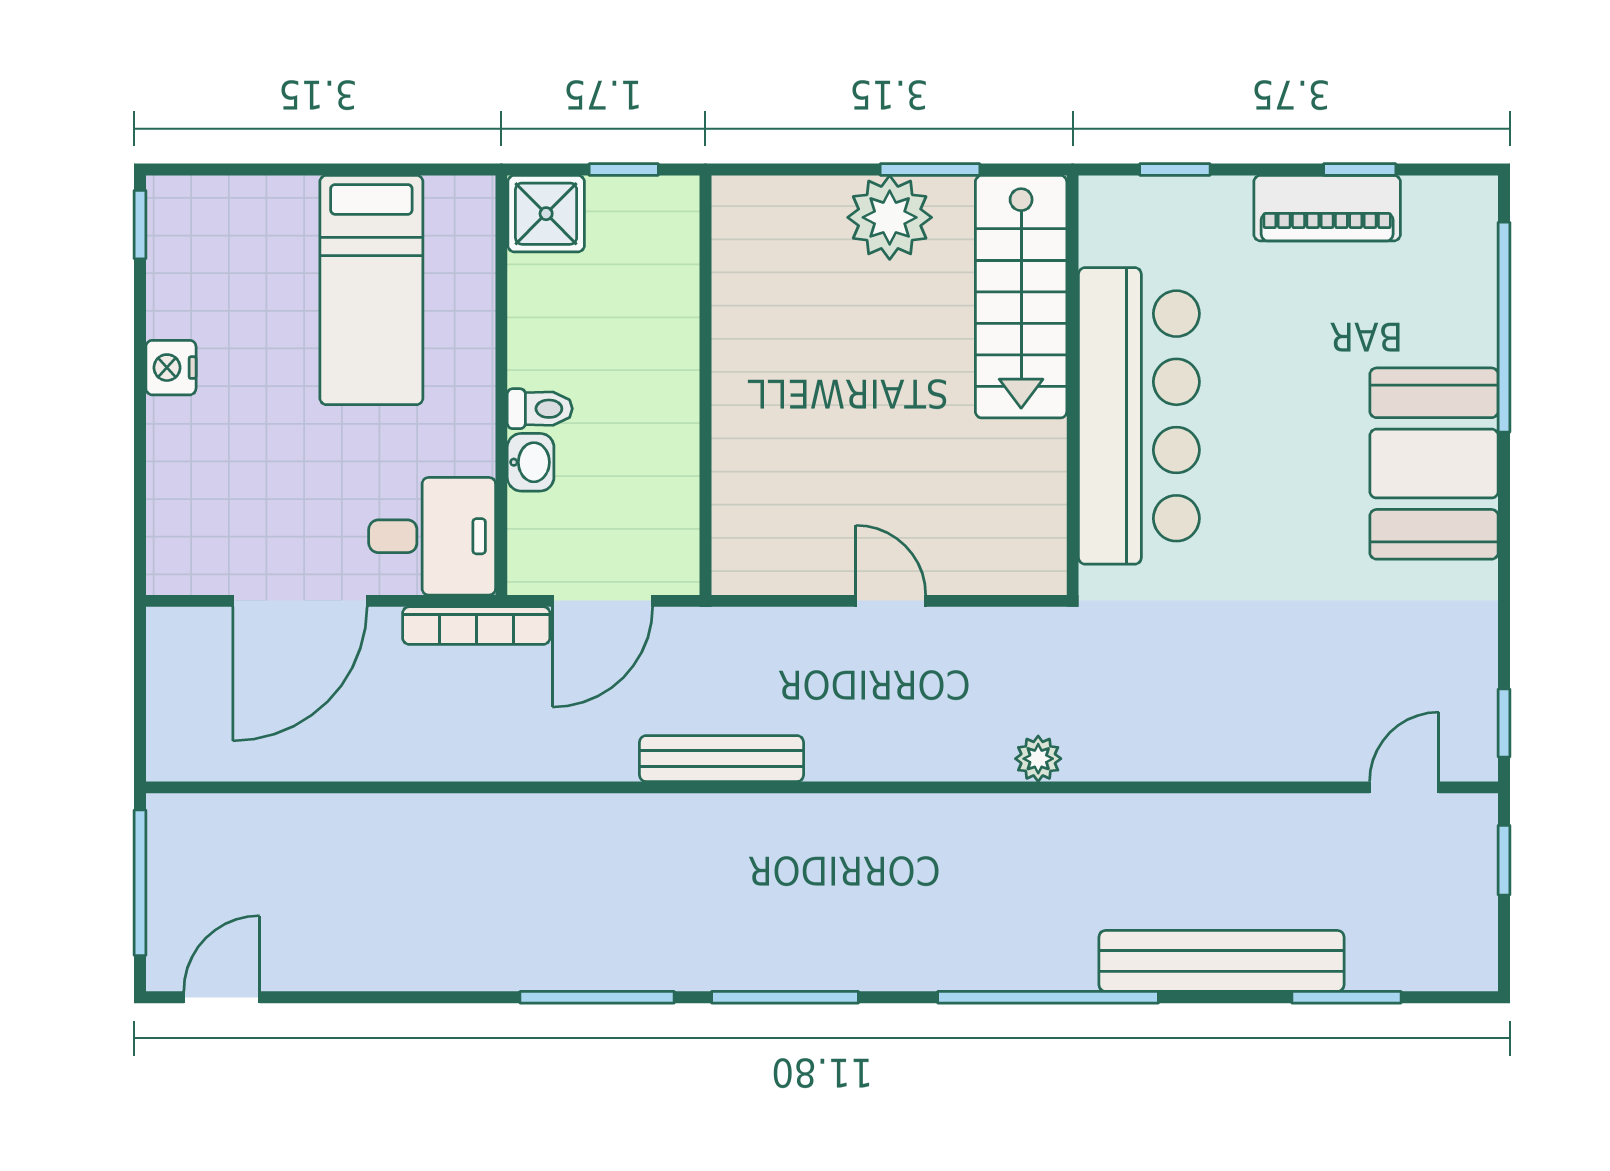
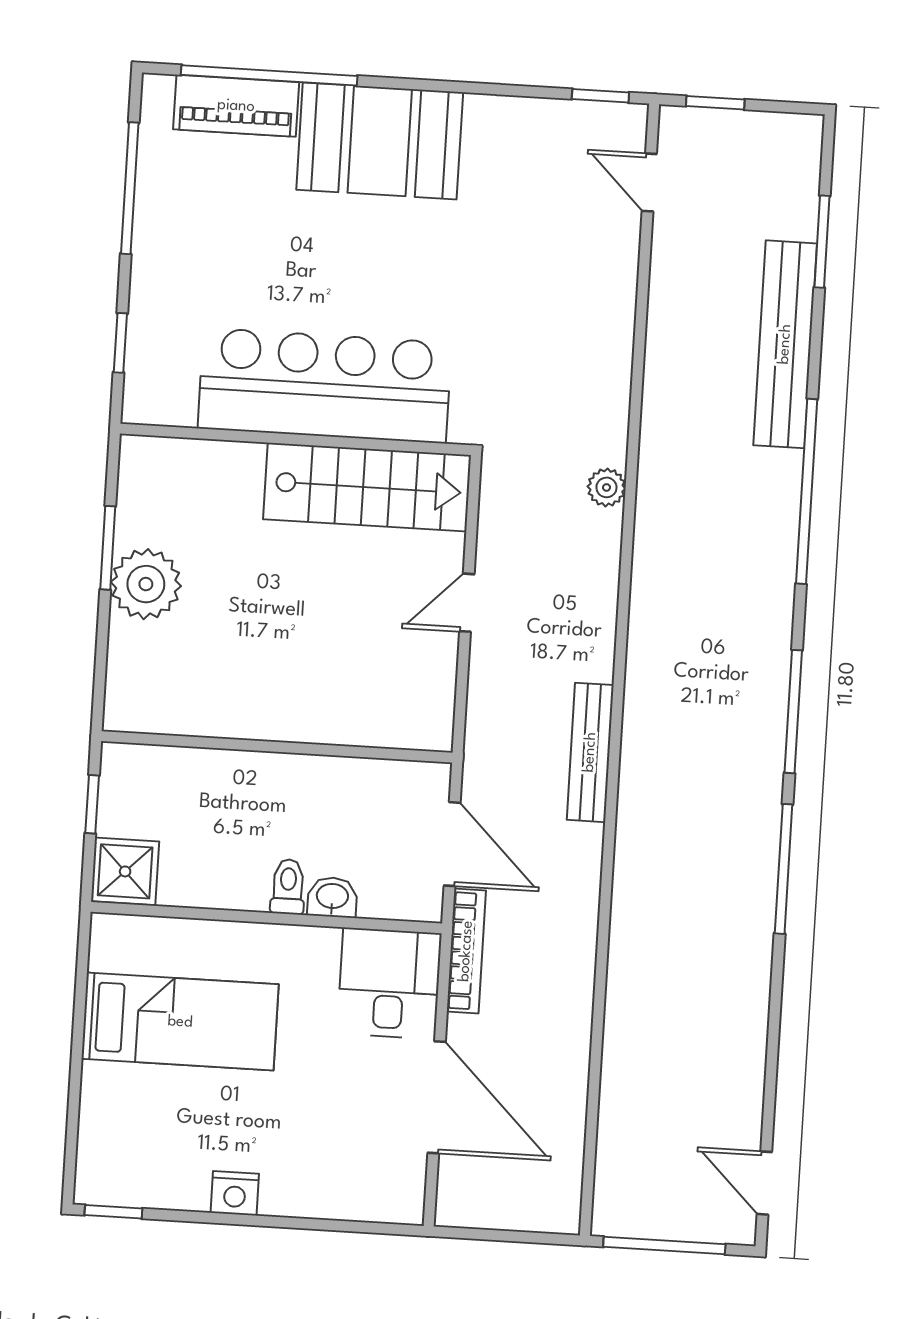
window: (1360, 170) -> (130, 188), width x2.17
piano: (1327, 208) -> (236, 106), moved, turned 90
stairs: (1021, 297) -> (367, 487), moved

